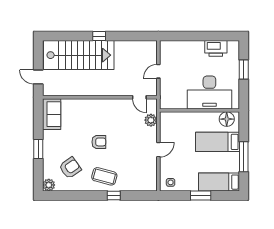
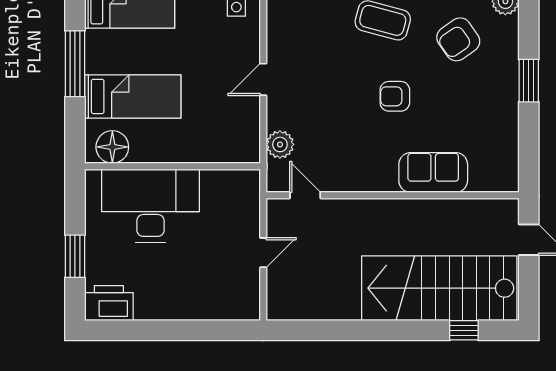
window: (99, 36) -> (464, 330), moved
printer: (216, 48) -> (109, 303), moved
sofa: (52, 114) -> (433, 172), moved, turned 90

